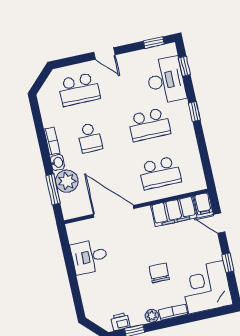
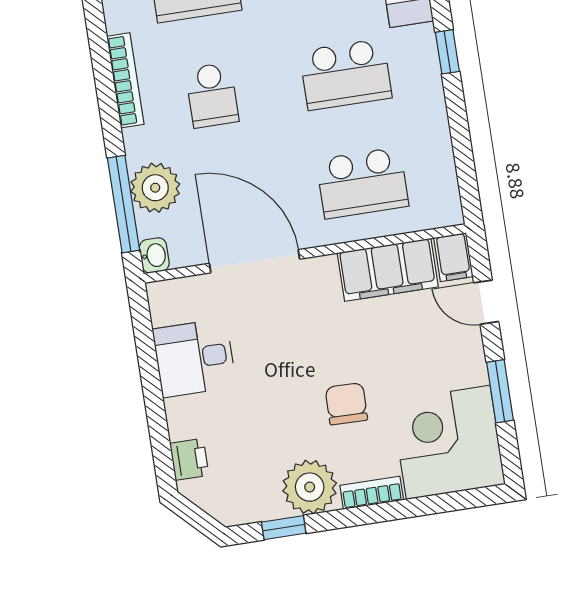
bookcase: (52, 141) -> (125, 80), width x1.56
washbasin: (57, 163) -> (154, 255), moved
window: (53, 189) -> (124, 204), width x1.44
window: (228, 263) -> (500, 391), width x1.50
plant: (152, 316) -> (310, 487), width x1.88, depth x1.88
printer: (120, 322) -> (189, 459), moved, turned 90

